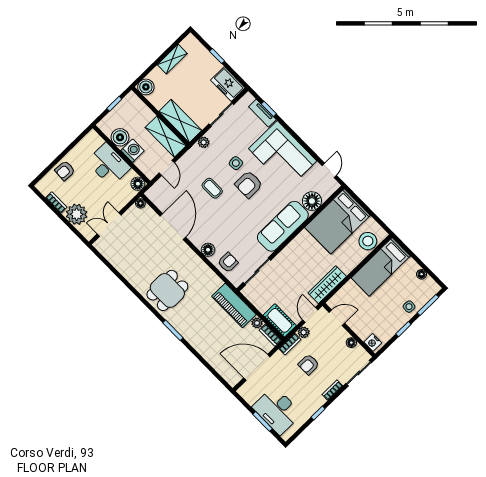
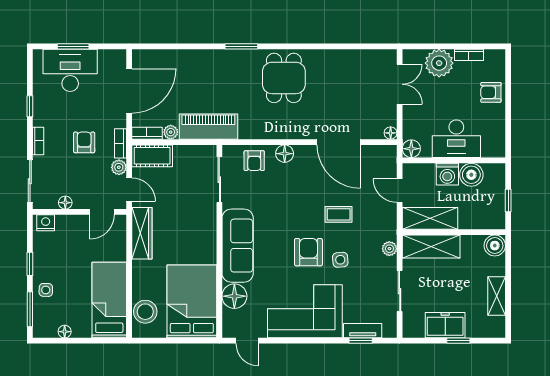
freezer: (228, 84) -> (445, 325), moved
armchair: (65, 171) -> (491, 92), turned -94

